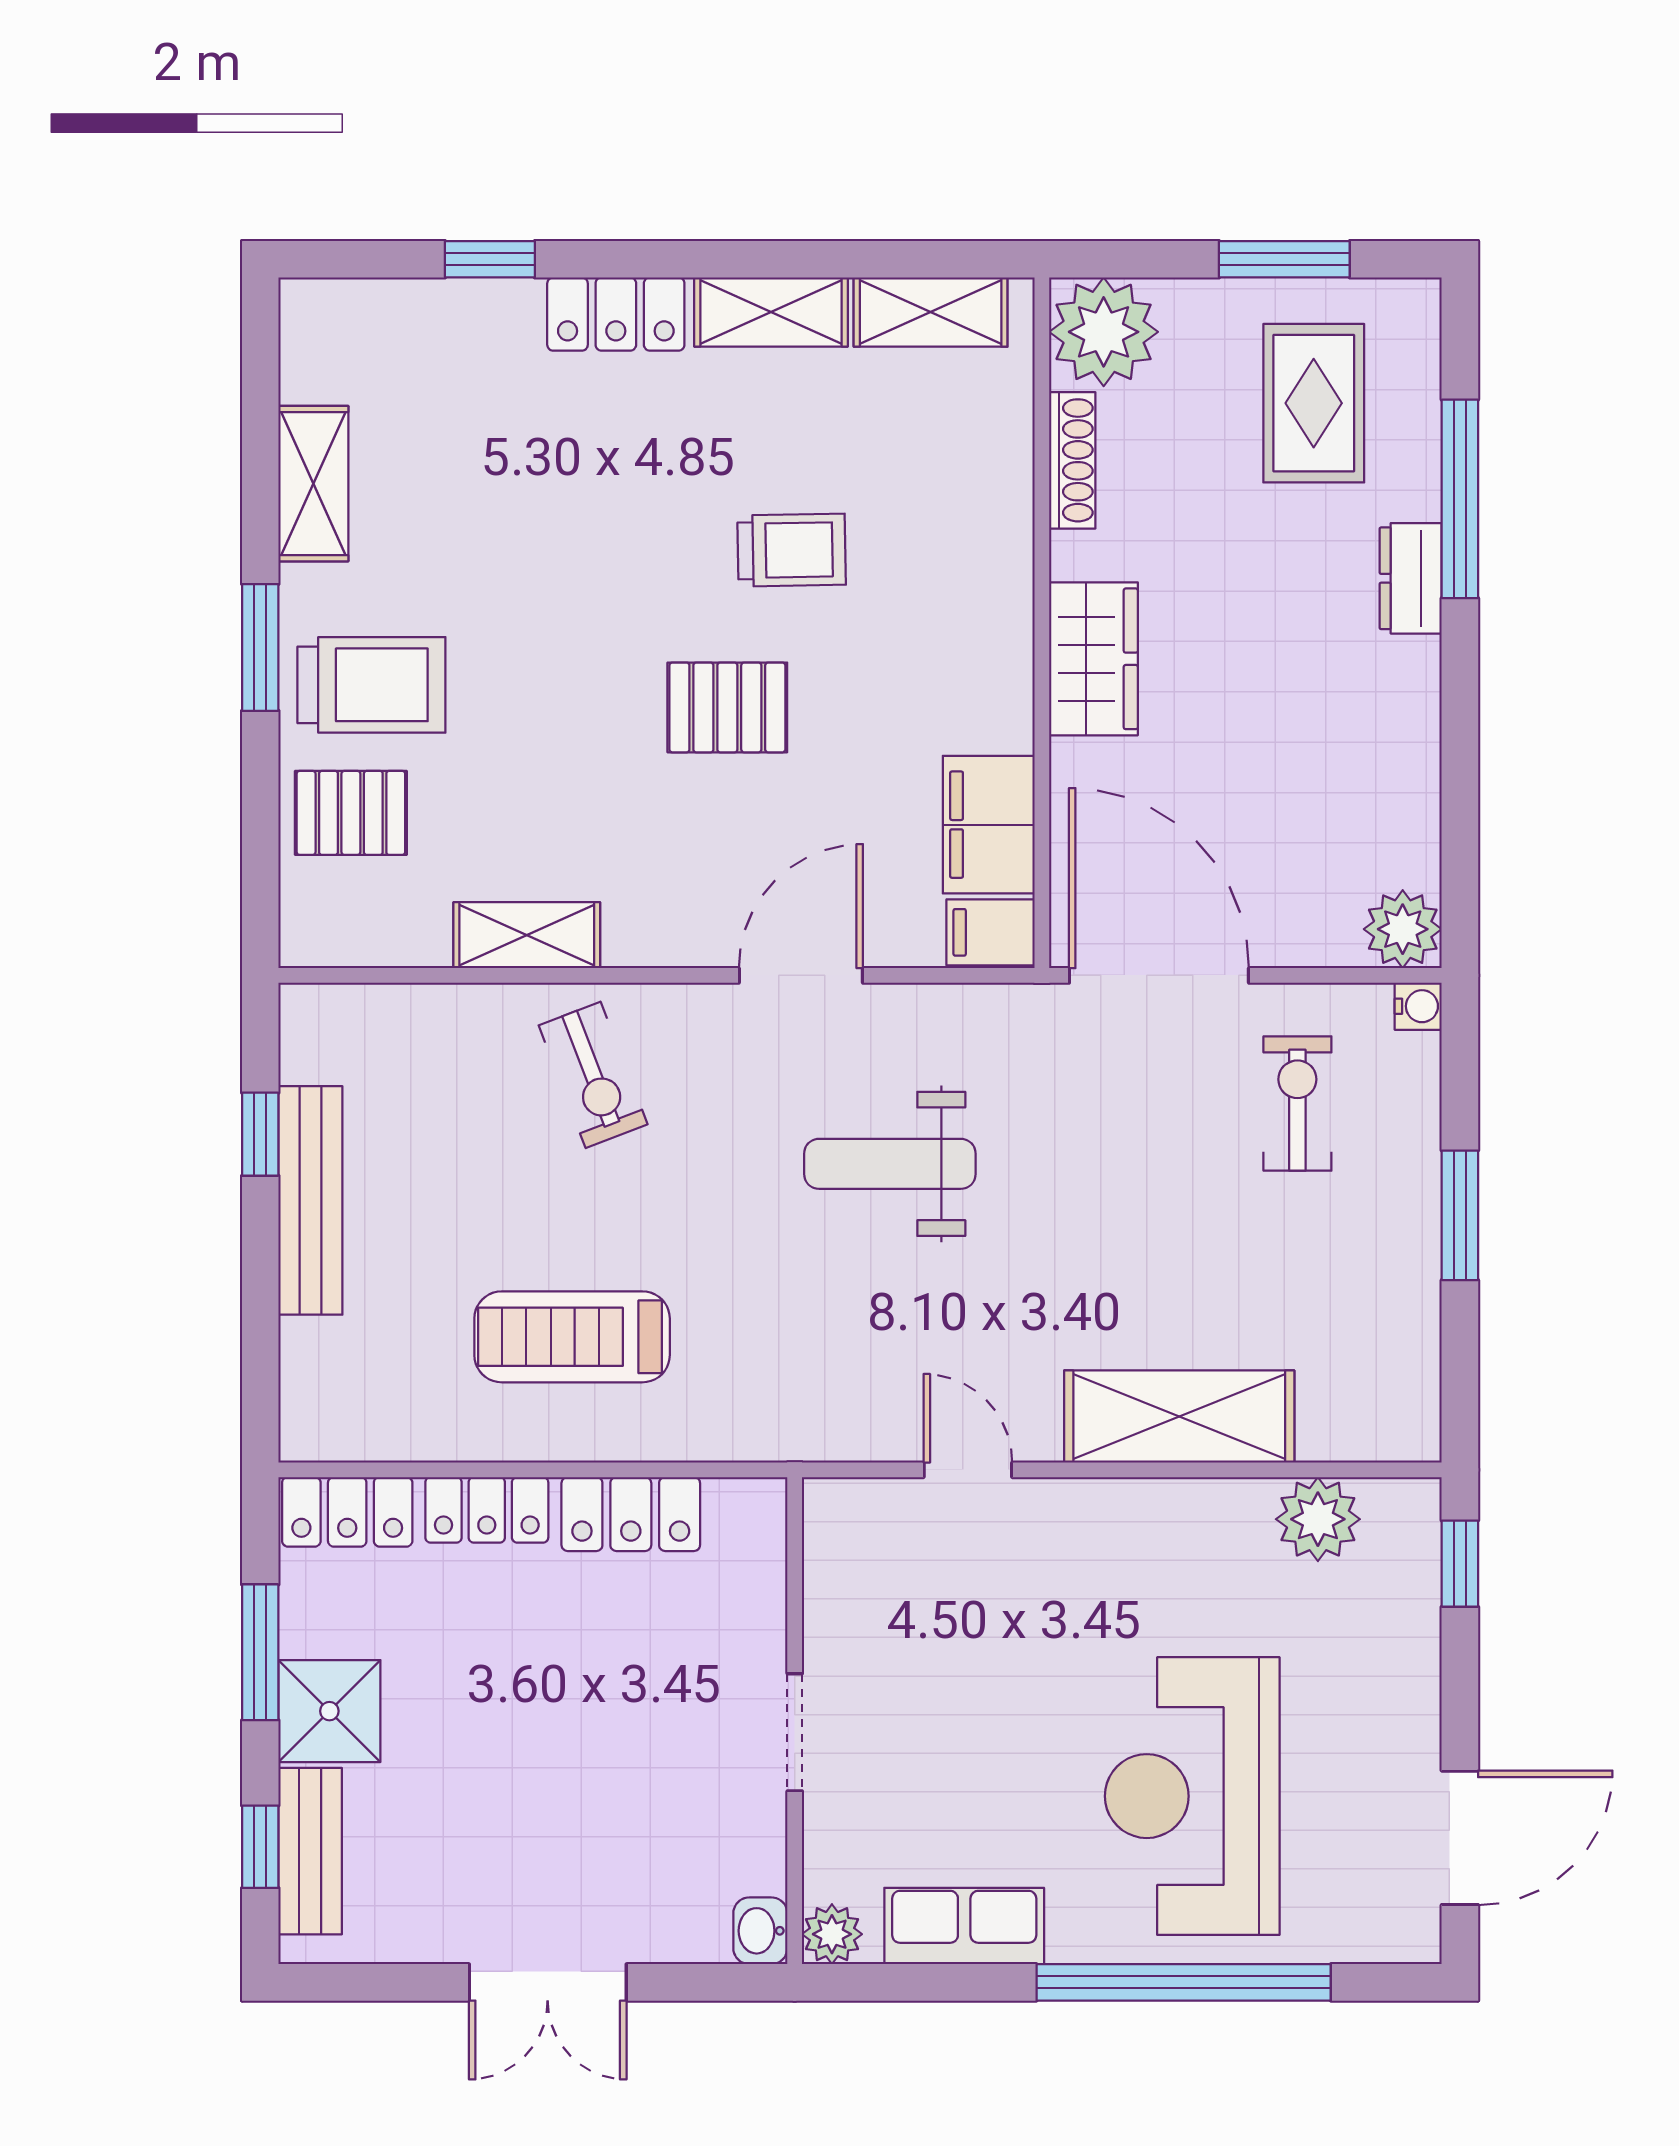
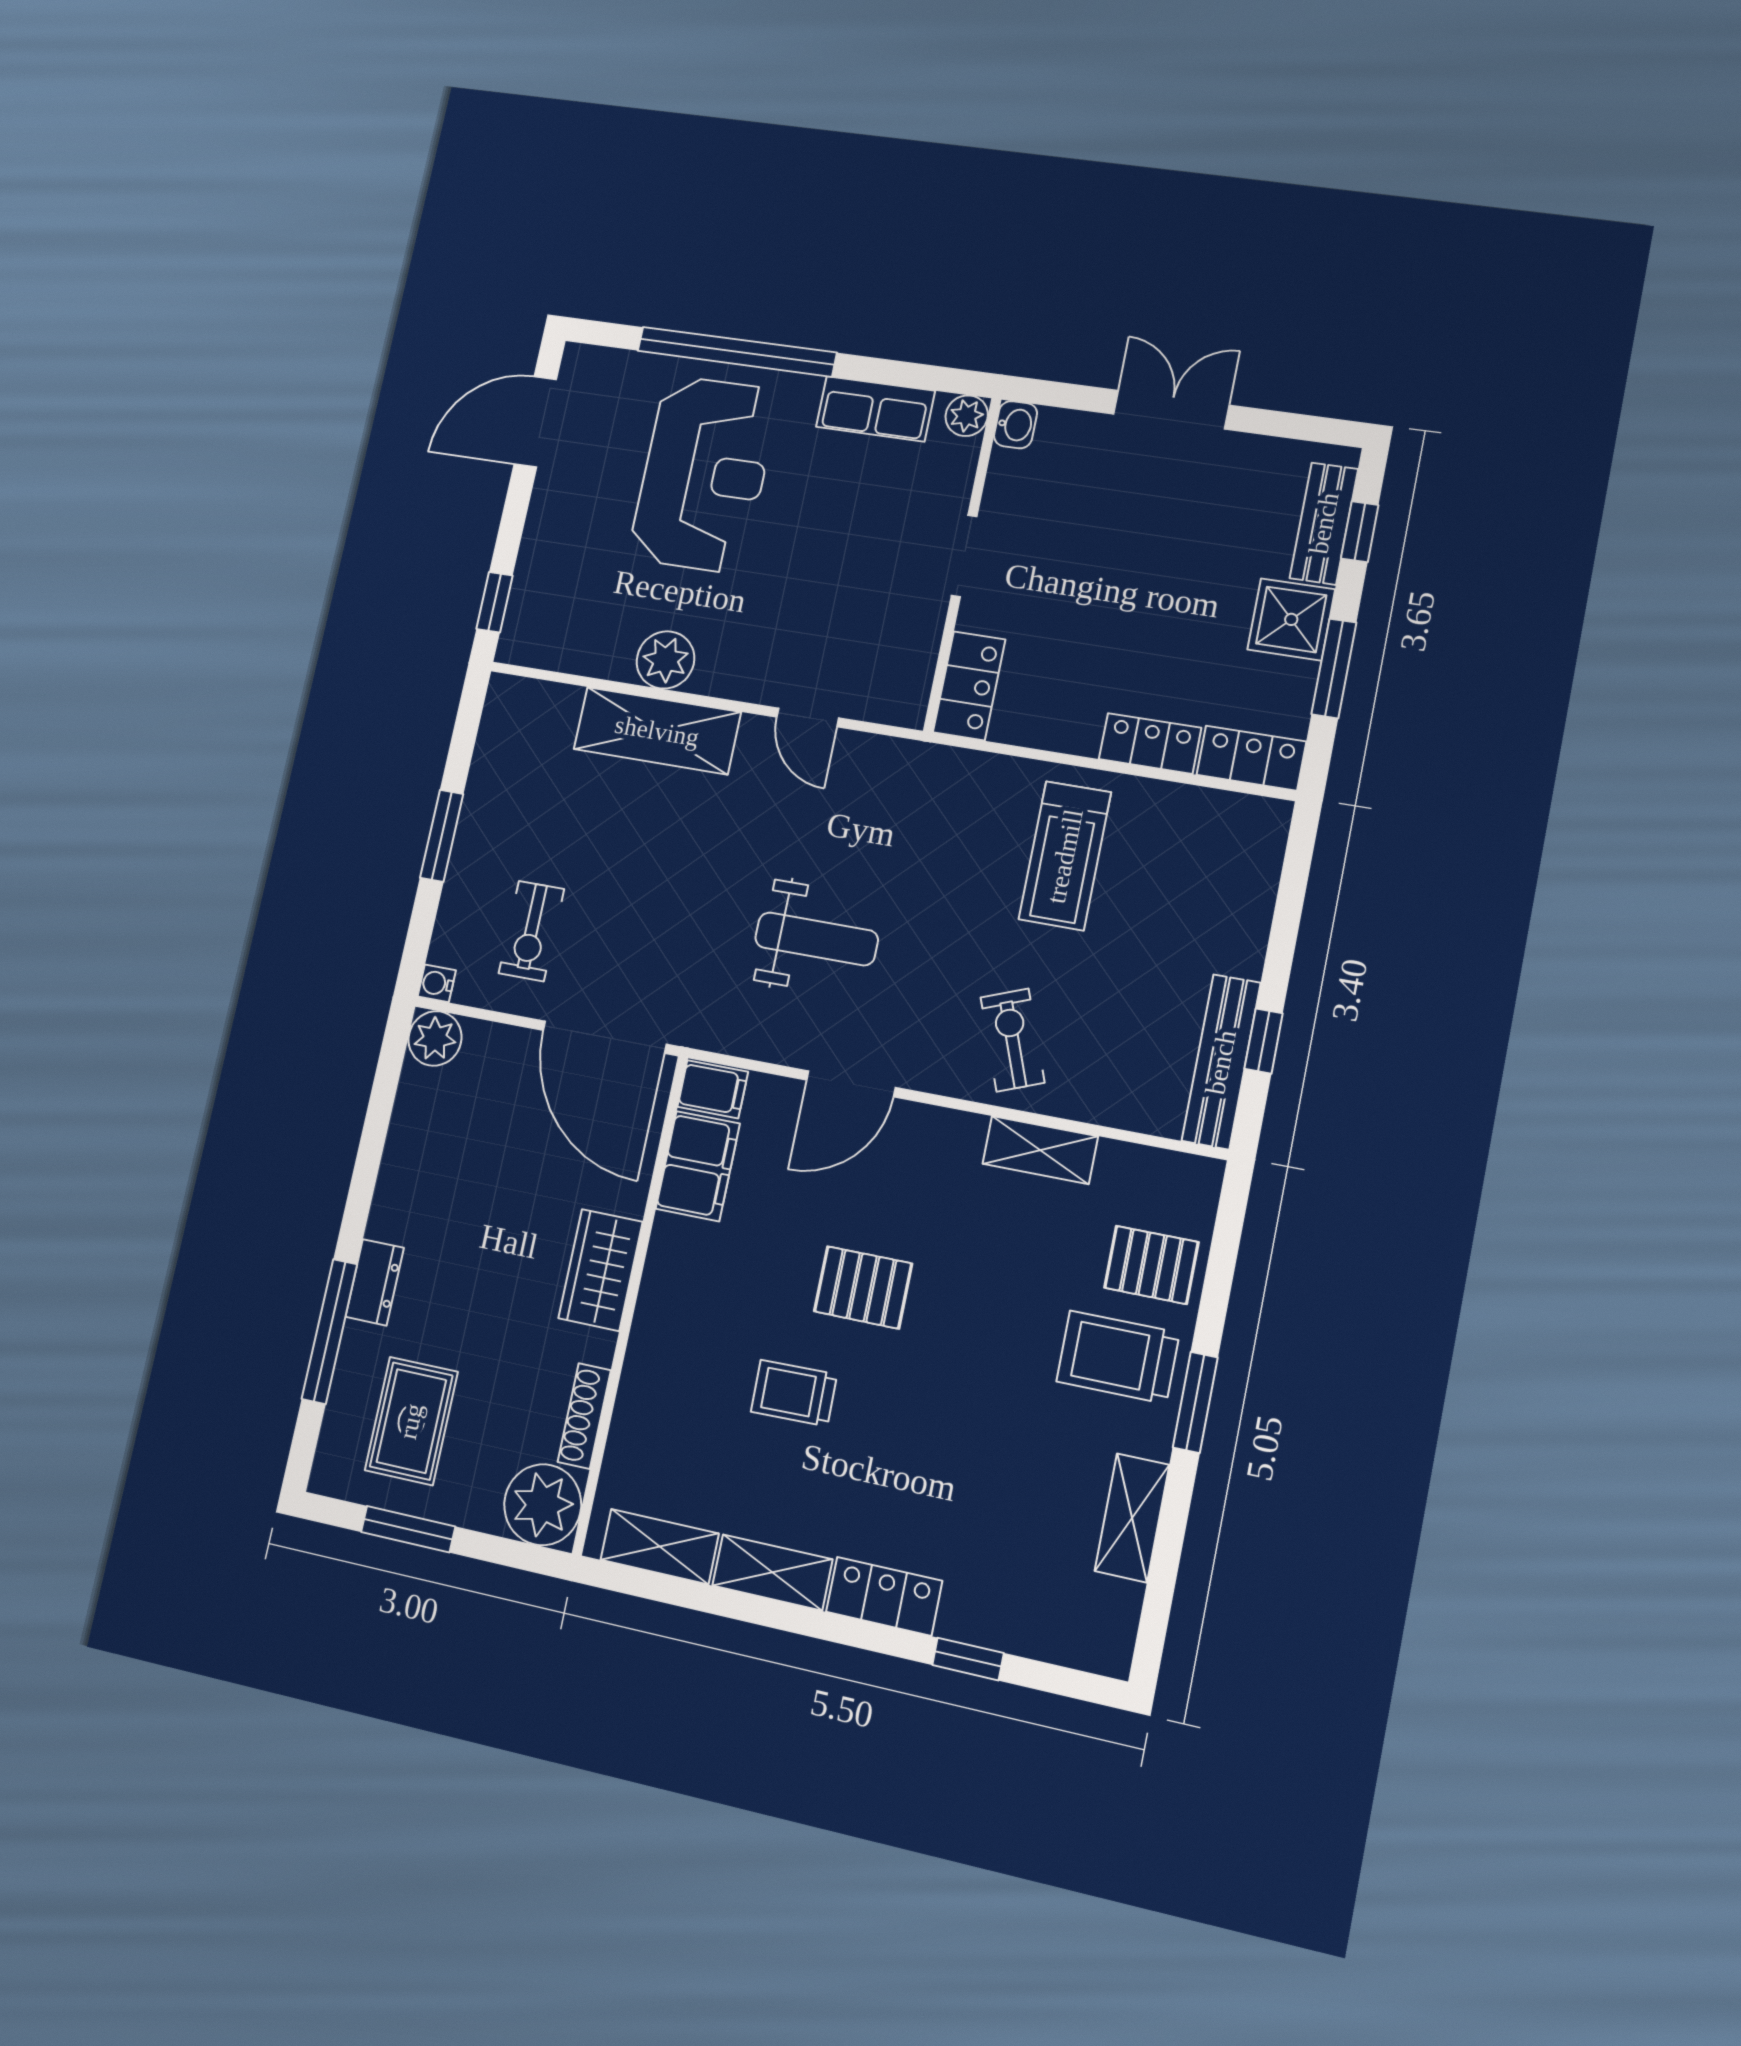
bench: (310, 1200) -> (1221, 1062), moved
treadmill: (572, 1337) -> (1065, 856), turned 90
locker: (631, 1514) -> (969, 686), moved, turned 90
plant: (1318, 1519) -> (665, 660), moved

